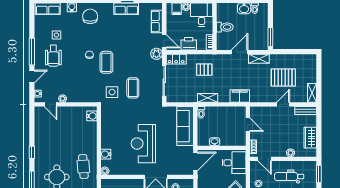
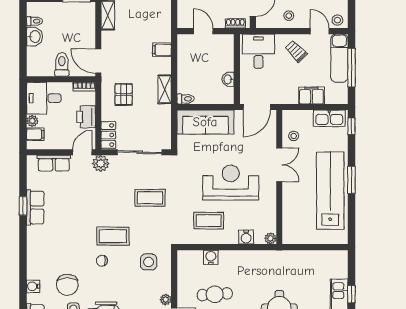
chair: (90, 16) -> (67, 285), moved, turned -90
door: (239, 52) -> (98, 61), moved
side table: (112, 92) -> (149, 262), moved
filing cabinet: (240, 96) -> (162, 50), width x0.50
water cooler: (92, 116) -> (211, 257), moved
door: (248, 125) -> (203, 31), hinge flipped
coffee table: (117, 128) -> (209, 221), added
reception desk: (143, 144) -> (231, 183), turned 180
door: (195, 162) -> (257, 107), swing flipped
cafe table: (83, 166) -> (215, 294), moved

